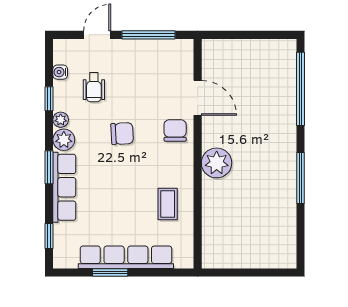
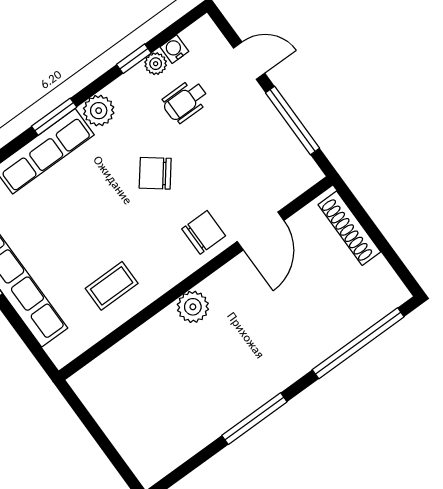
shoe rack: (232, 47) -> (349, 228), added
plant: (61, 120) -> (156, 64), moved
chair: (122, 134) -> (155, 173), turned 131
plant: (217, 163) -> (193, 307), width x0.73, depth x0.73

